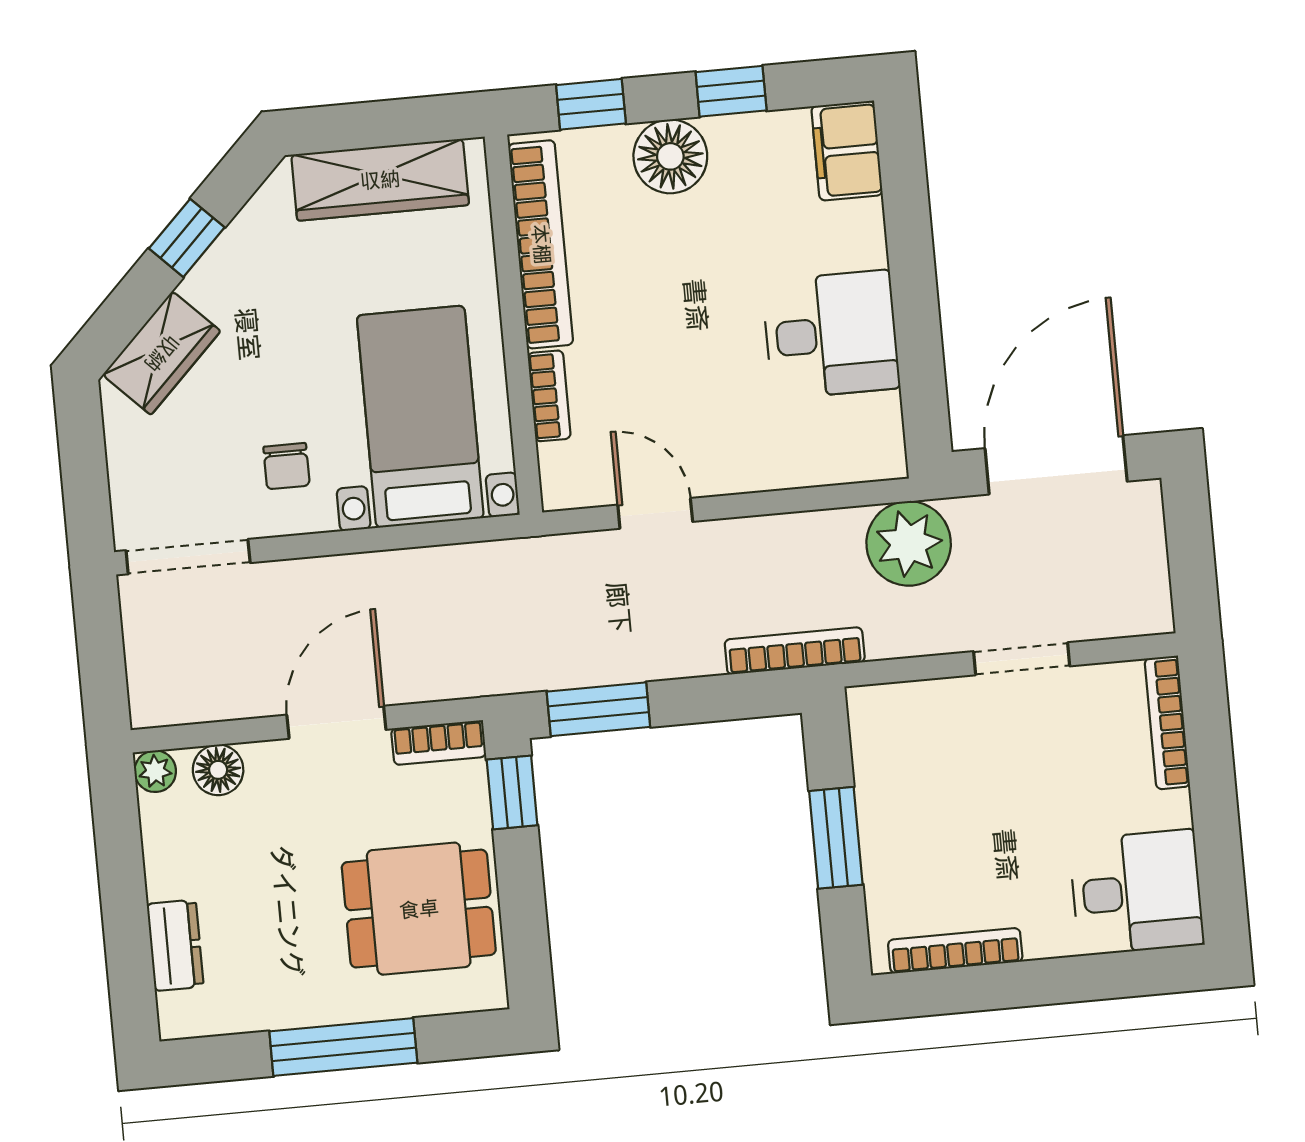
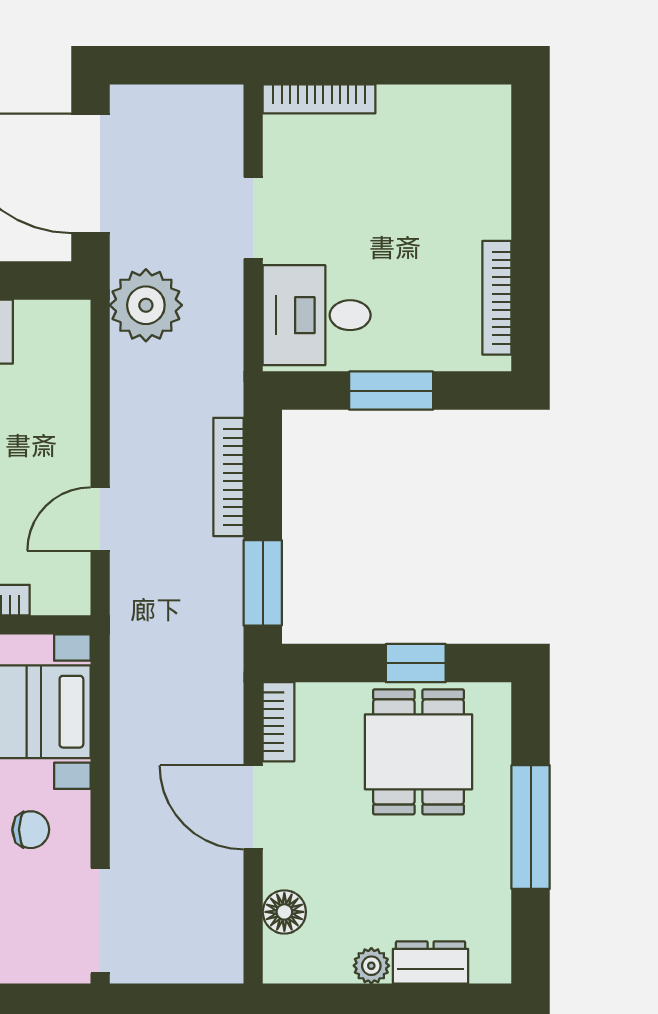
bookcase: (795, 651) -> (228, 477), moved
plant: (155, 771) -> (371, 966), moved
window: (512, 792) -> (416, 663), moved
desk: (1137, 892) -> (317, 315), moved, turned -90

